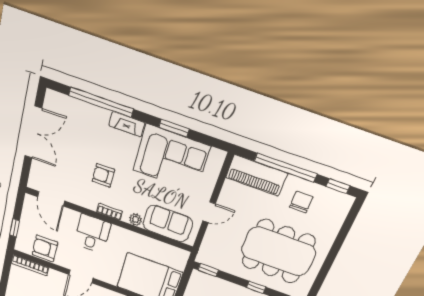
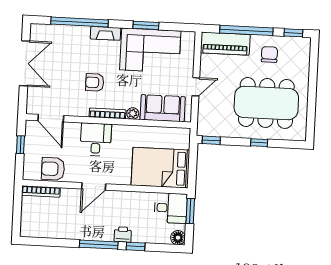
bookcase: (110, 212) -> (107, 113), width x1.56
window: (15, 228) -> (20, 145), moved

